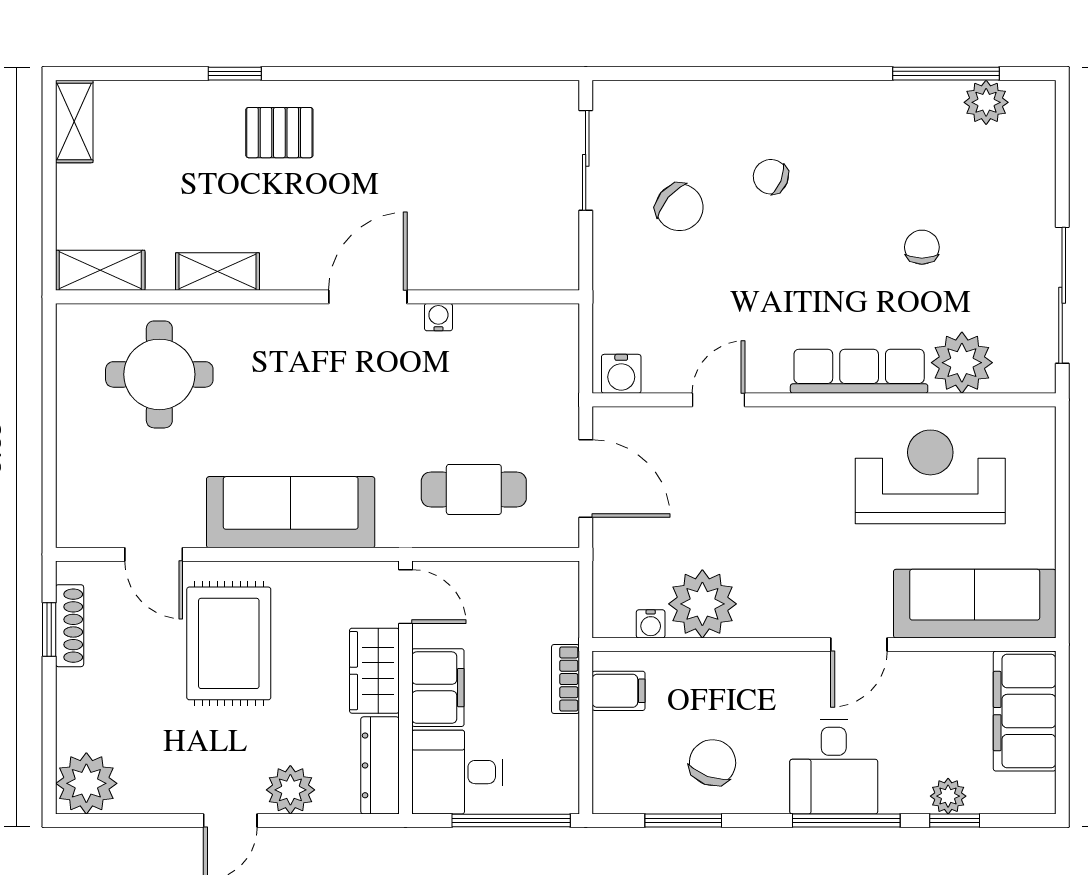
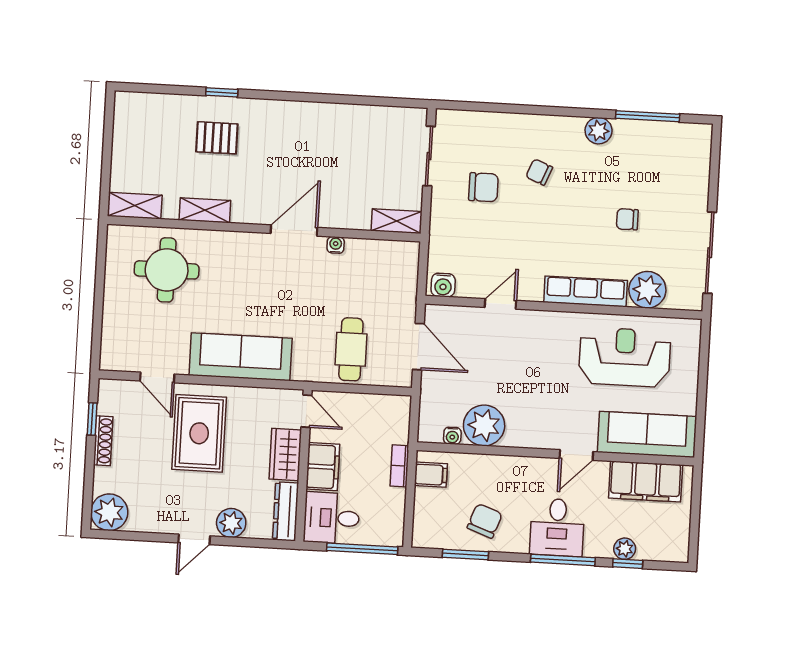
plant: (986, 102) -> (599, 131), moved
shelving: (74, 121) -> (397, 221), moved, turned 90
pallet: (279, 133) -> (217, 138), moved
chair: (679, 207) -> (483, 187), turned -40
chair: (922, 247) -> (627, 219), turned -90
cafe table: (474, 489) -> (351, 349), turned 90
shoe rack: (70, 626) -> (103, 441), moved
filing cabinet: (1025, 711) -> (646, 481), moved, turned -90

